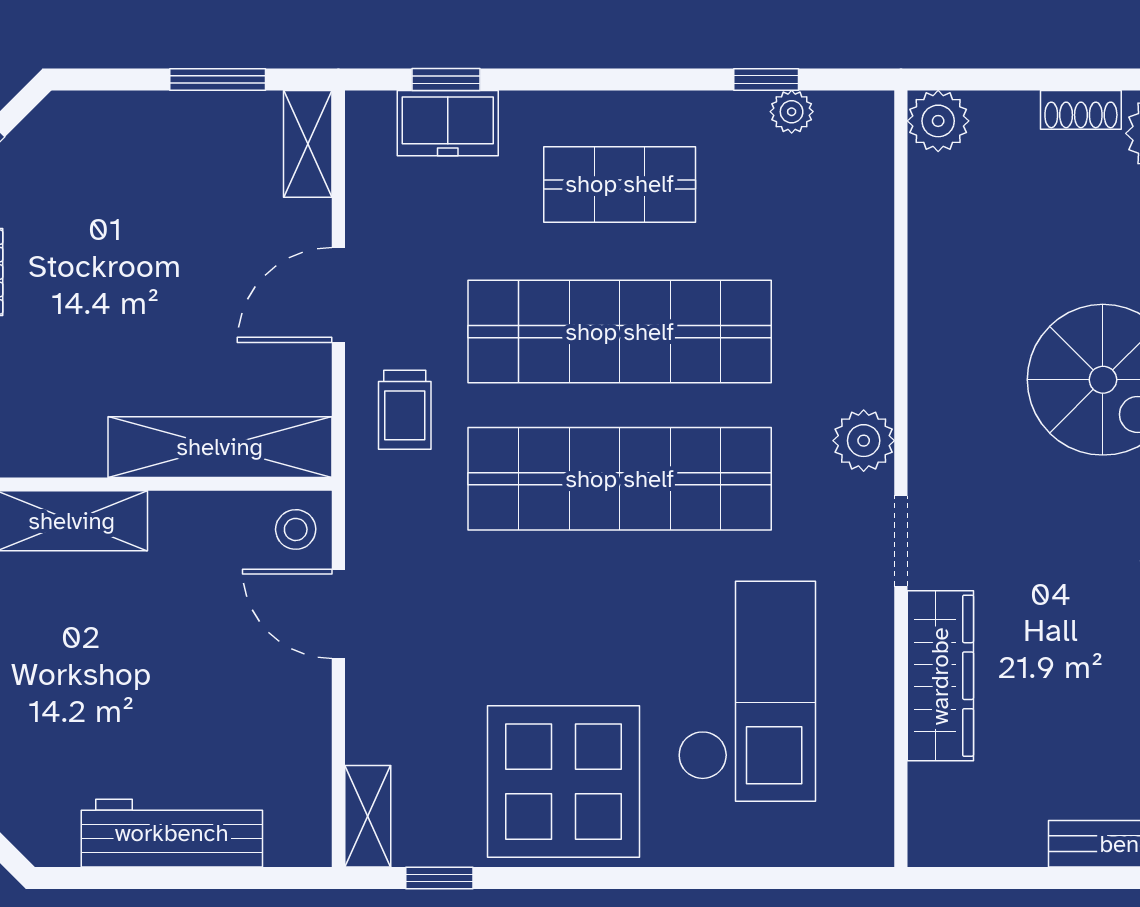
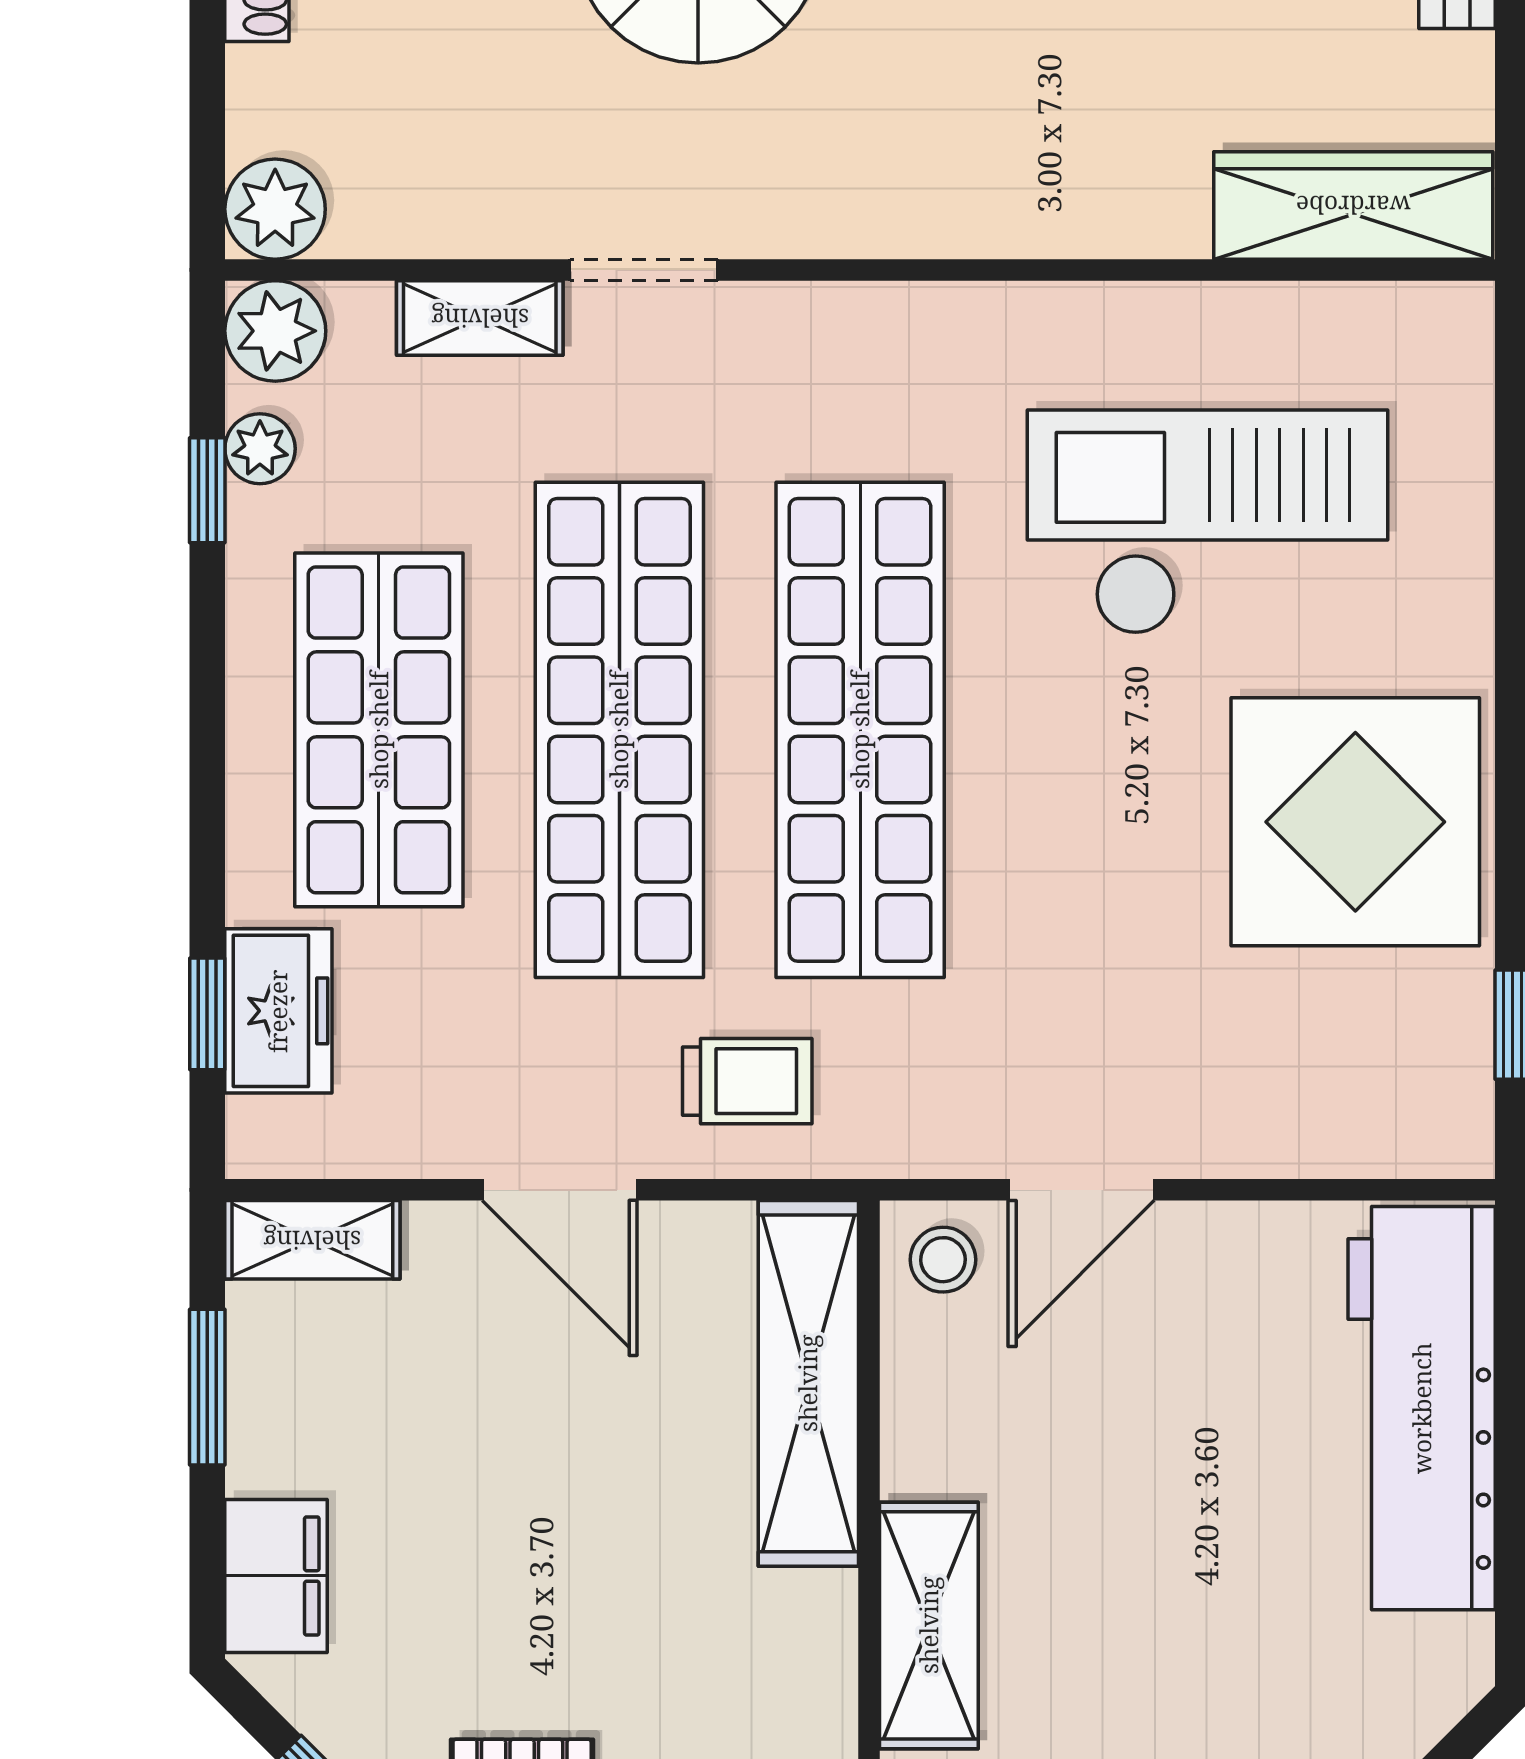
filing cabinet: (102, 122) -> (276, 1576), added
shop shelf: (620, 184) -> (379, 730), width x1.43, depth x1.36
plant: (864, 441) -> (275, 331), moved
doorway: (901, 541) -> (644, 270), moved
wardrobe: (940, 676) -> (1353, 205), moved
shelving: (368, 816) -> (480, 318), moved
workbench: (172, 833) -> (1422, 1408), width x1.36, depth x1.32

